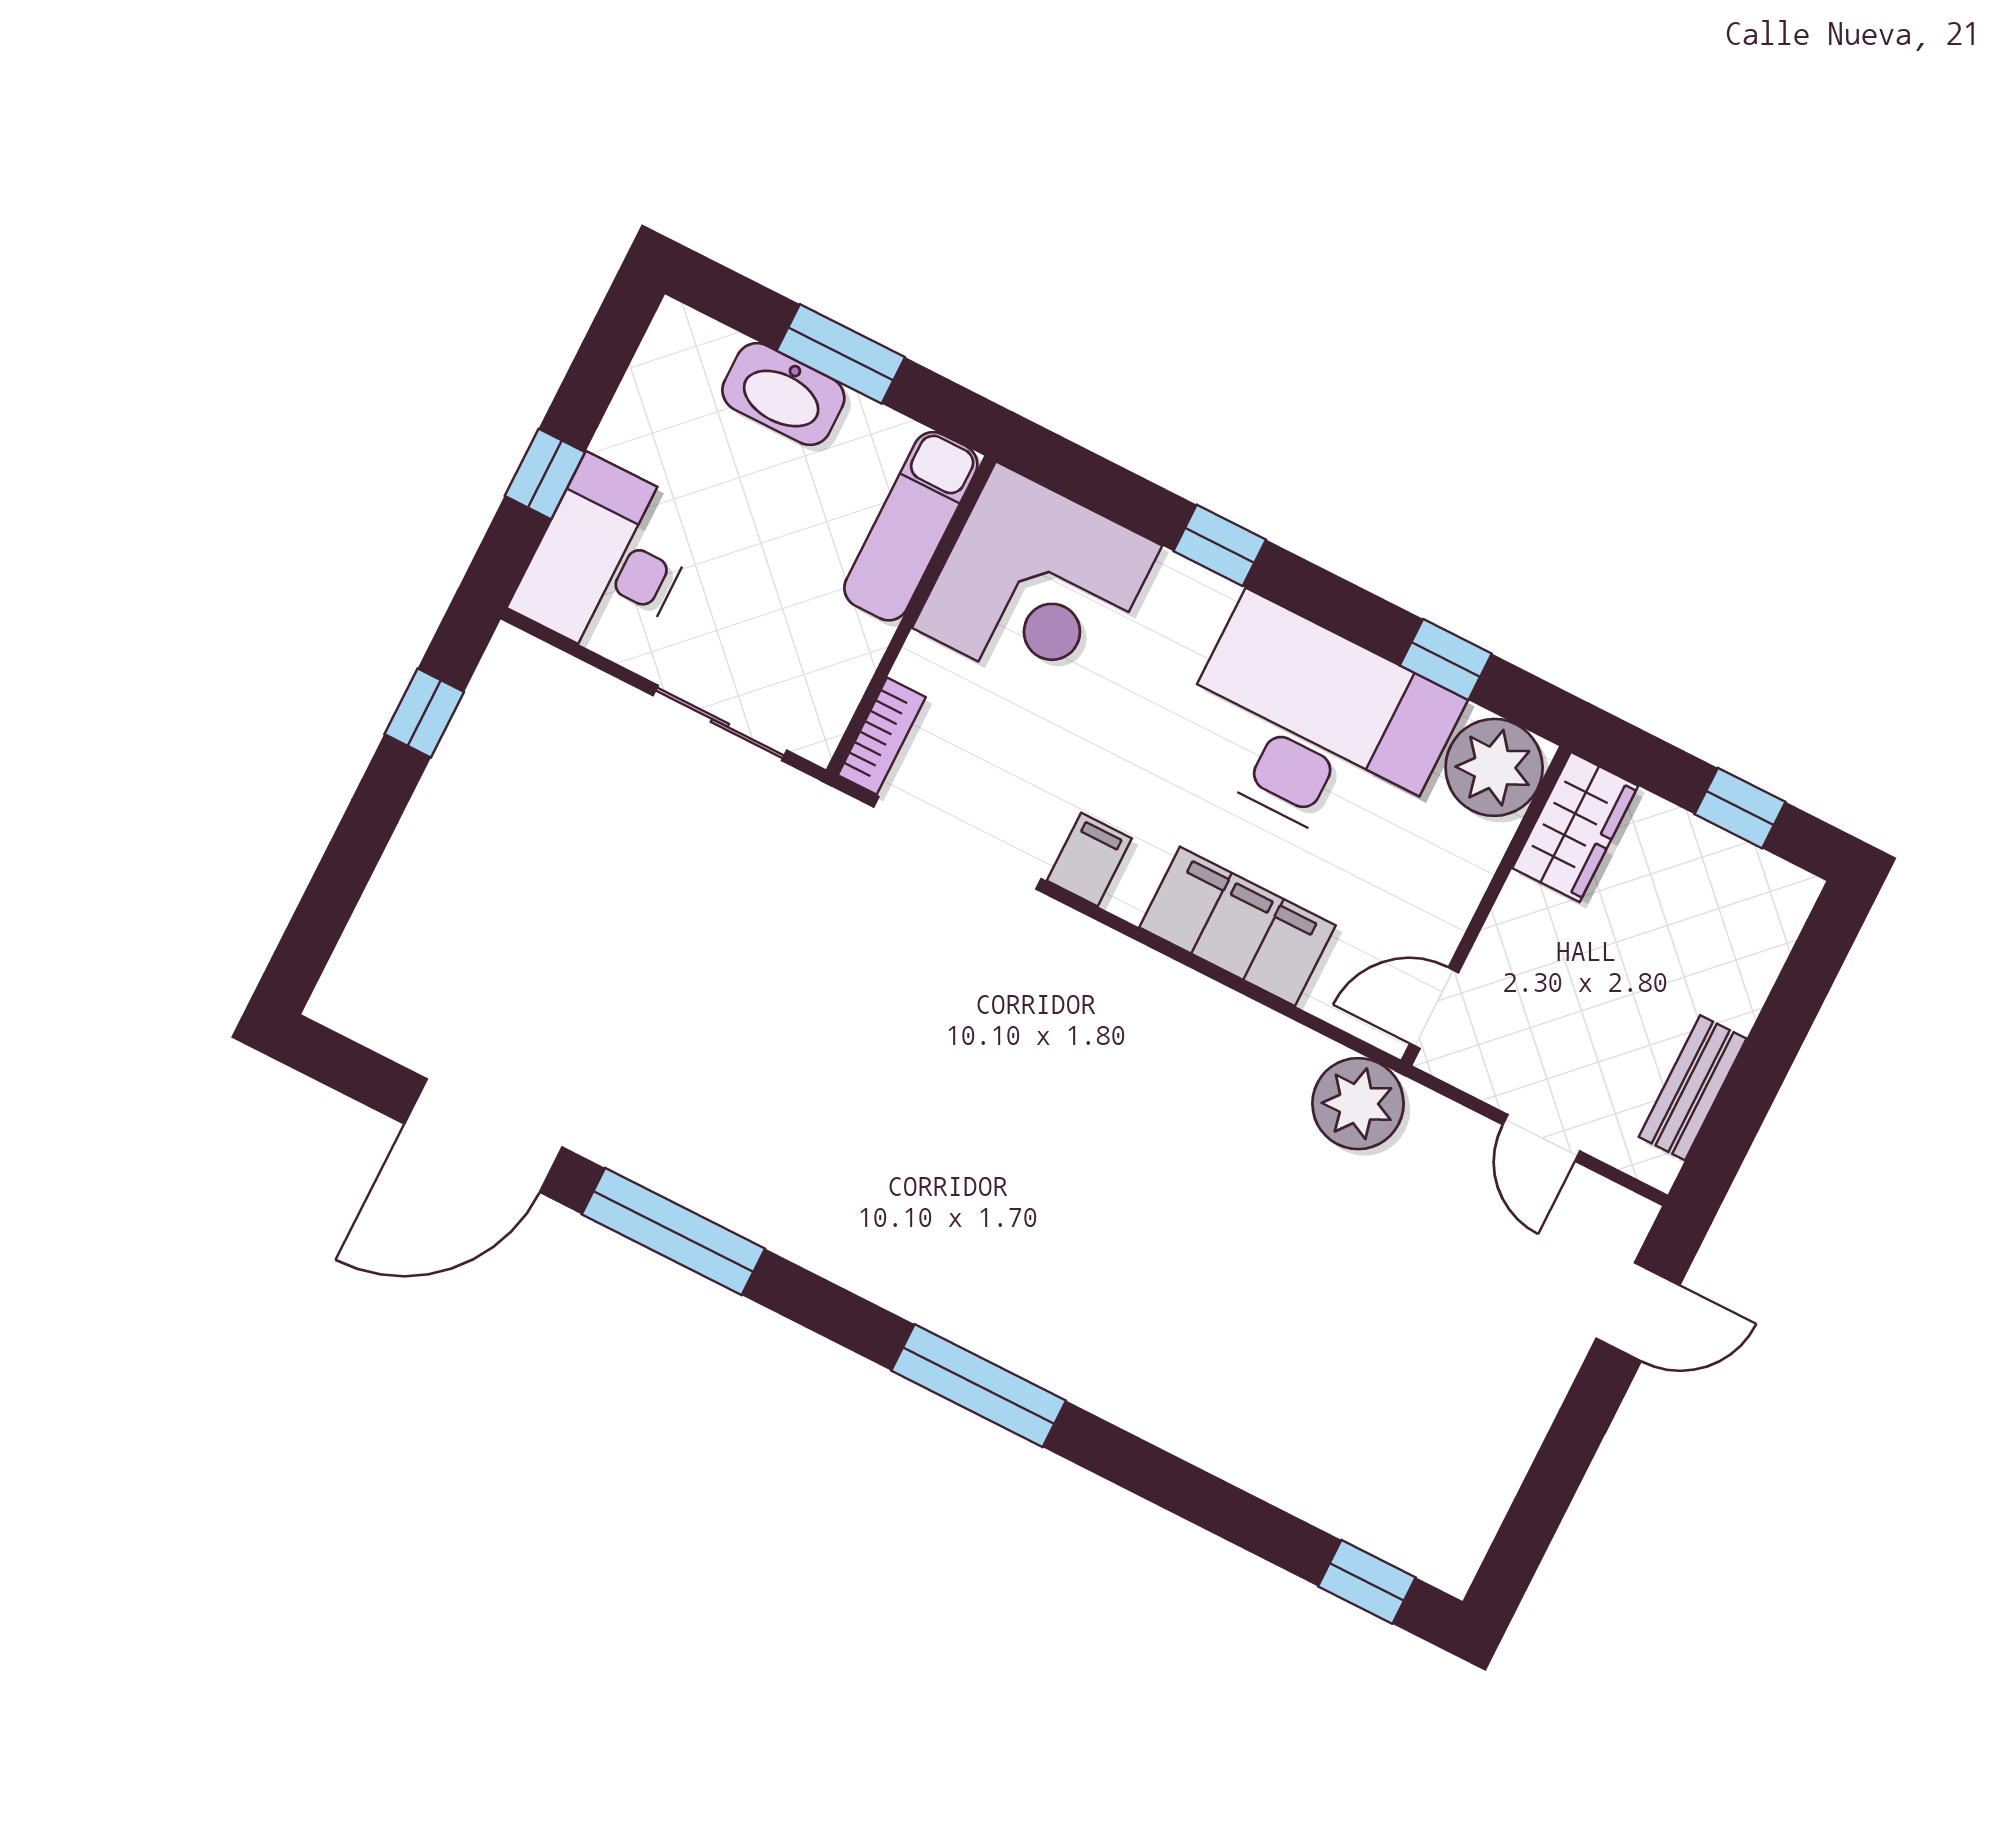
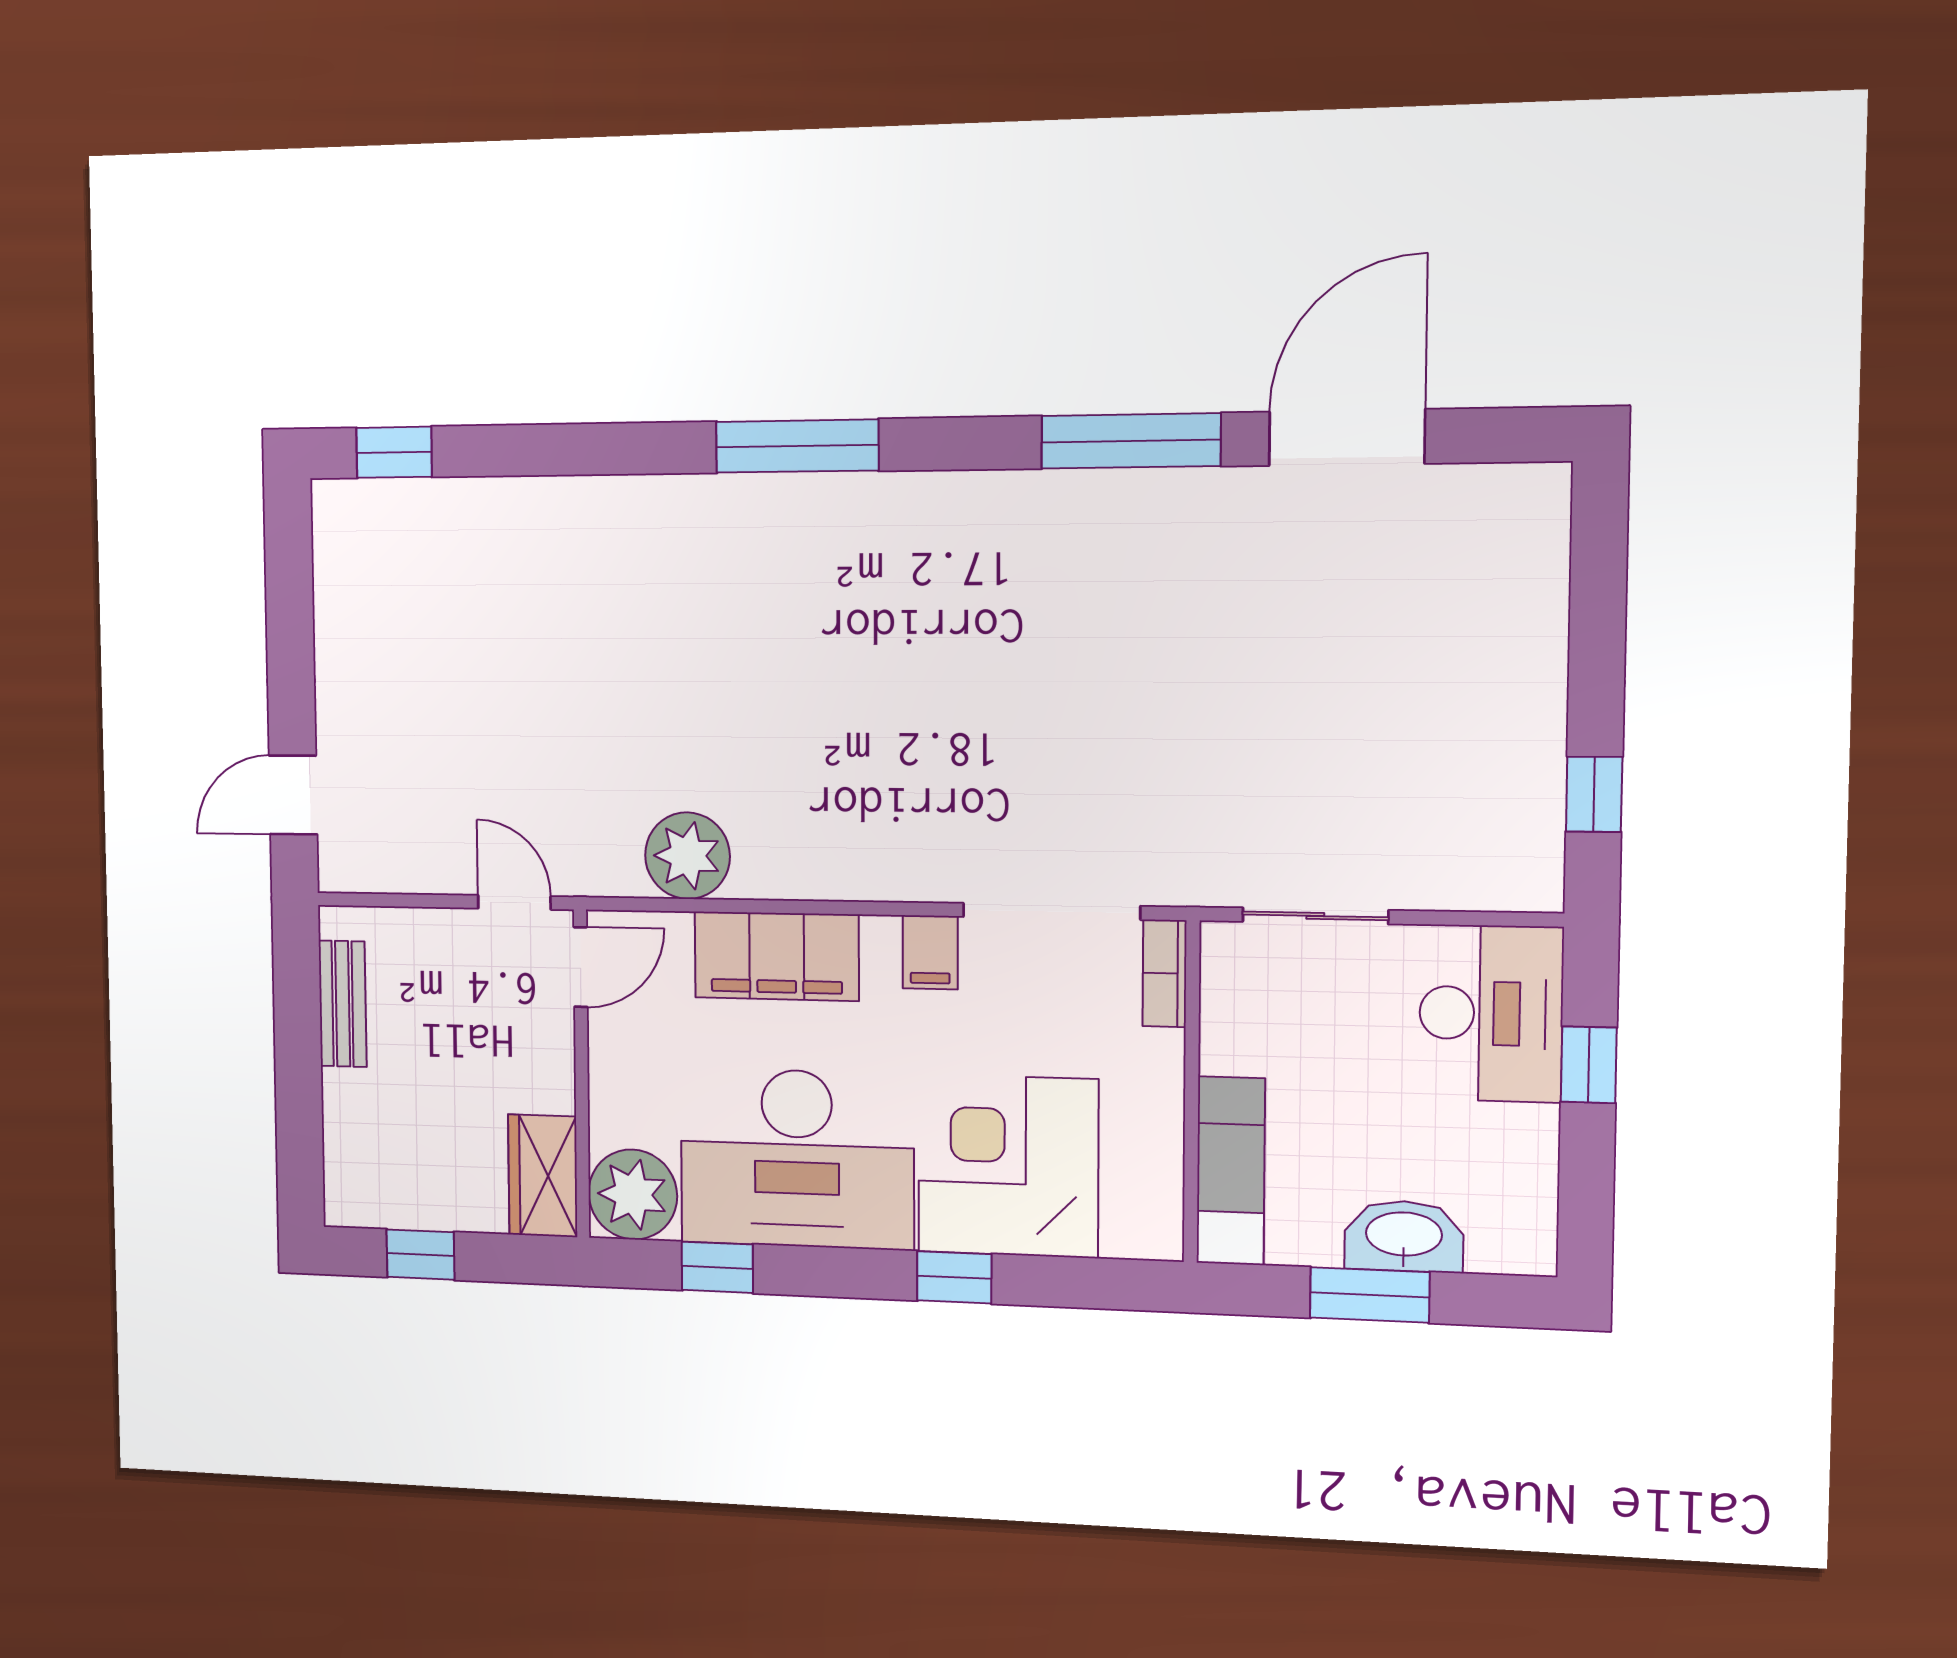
corner desk: (1037, 587) -> (1008, 1166), moved
plant: (1358, 1104) -> (687, 856), moved
door: (1541, 1138) -> (514, 902), moved

